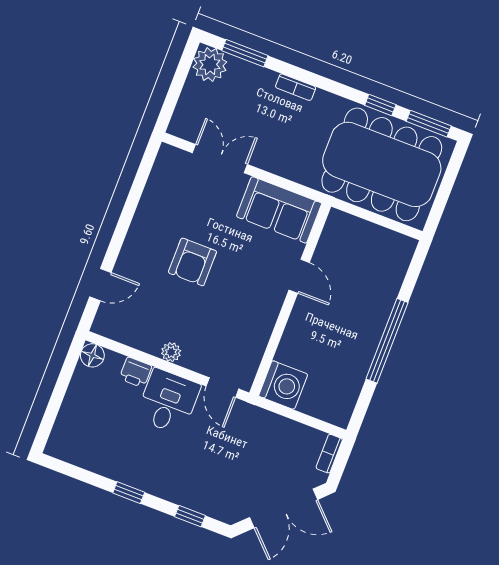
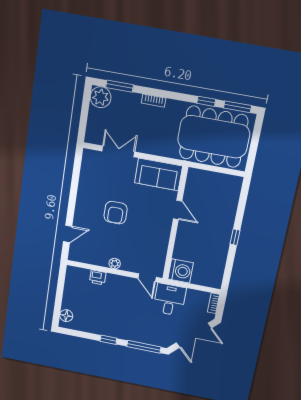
window: (387, 341) -> (235, 237), width x0.32
floor lamp: (92, 355) -> (66, 316), moved
desk: (168, 402) -> (170, 300), moved
window: (190, 516) -> (144, 347), width x2.17

